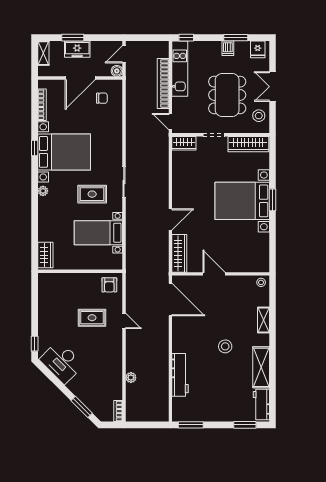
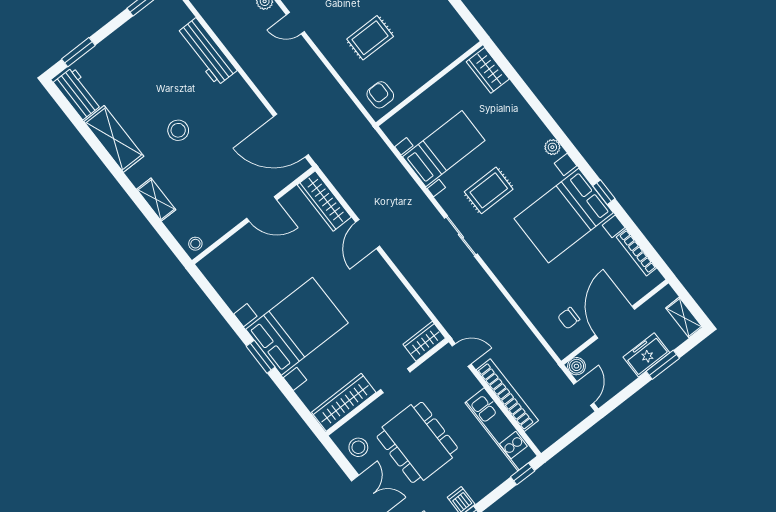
door: (124, 321) -> (295, 23), moved

